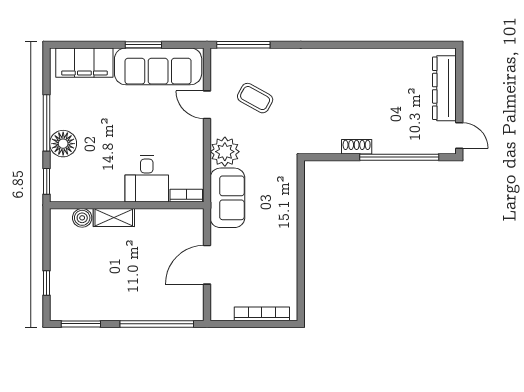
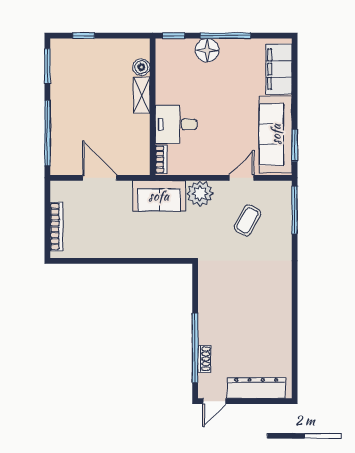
window: (143, 45) -> (295, 145), moved
shoe rack: (357, 147) -> (204, 359), moved

